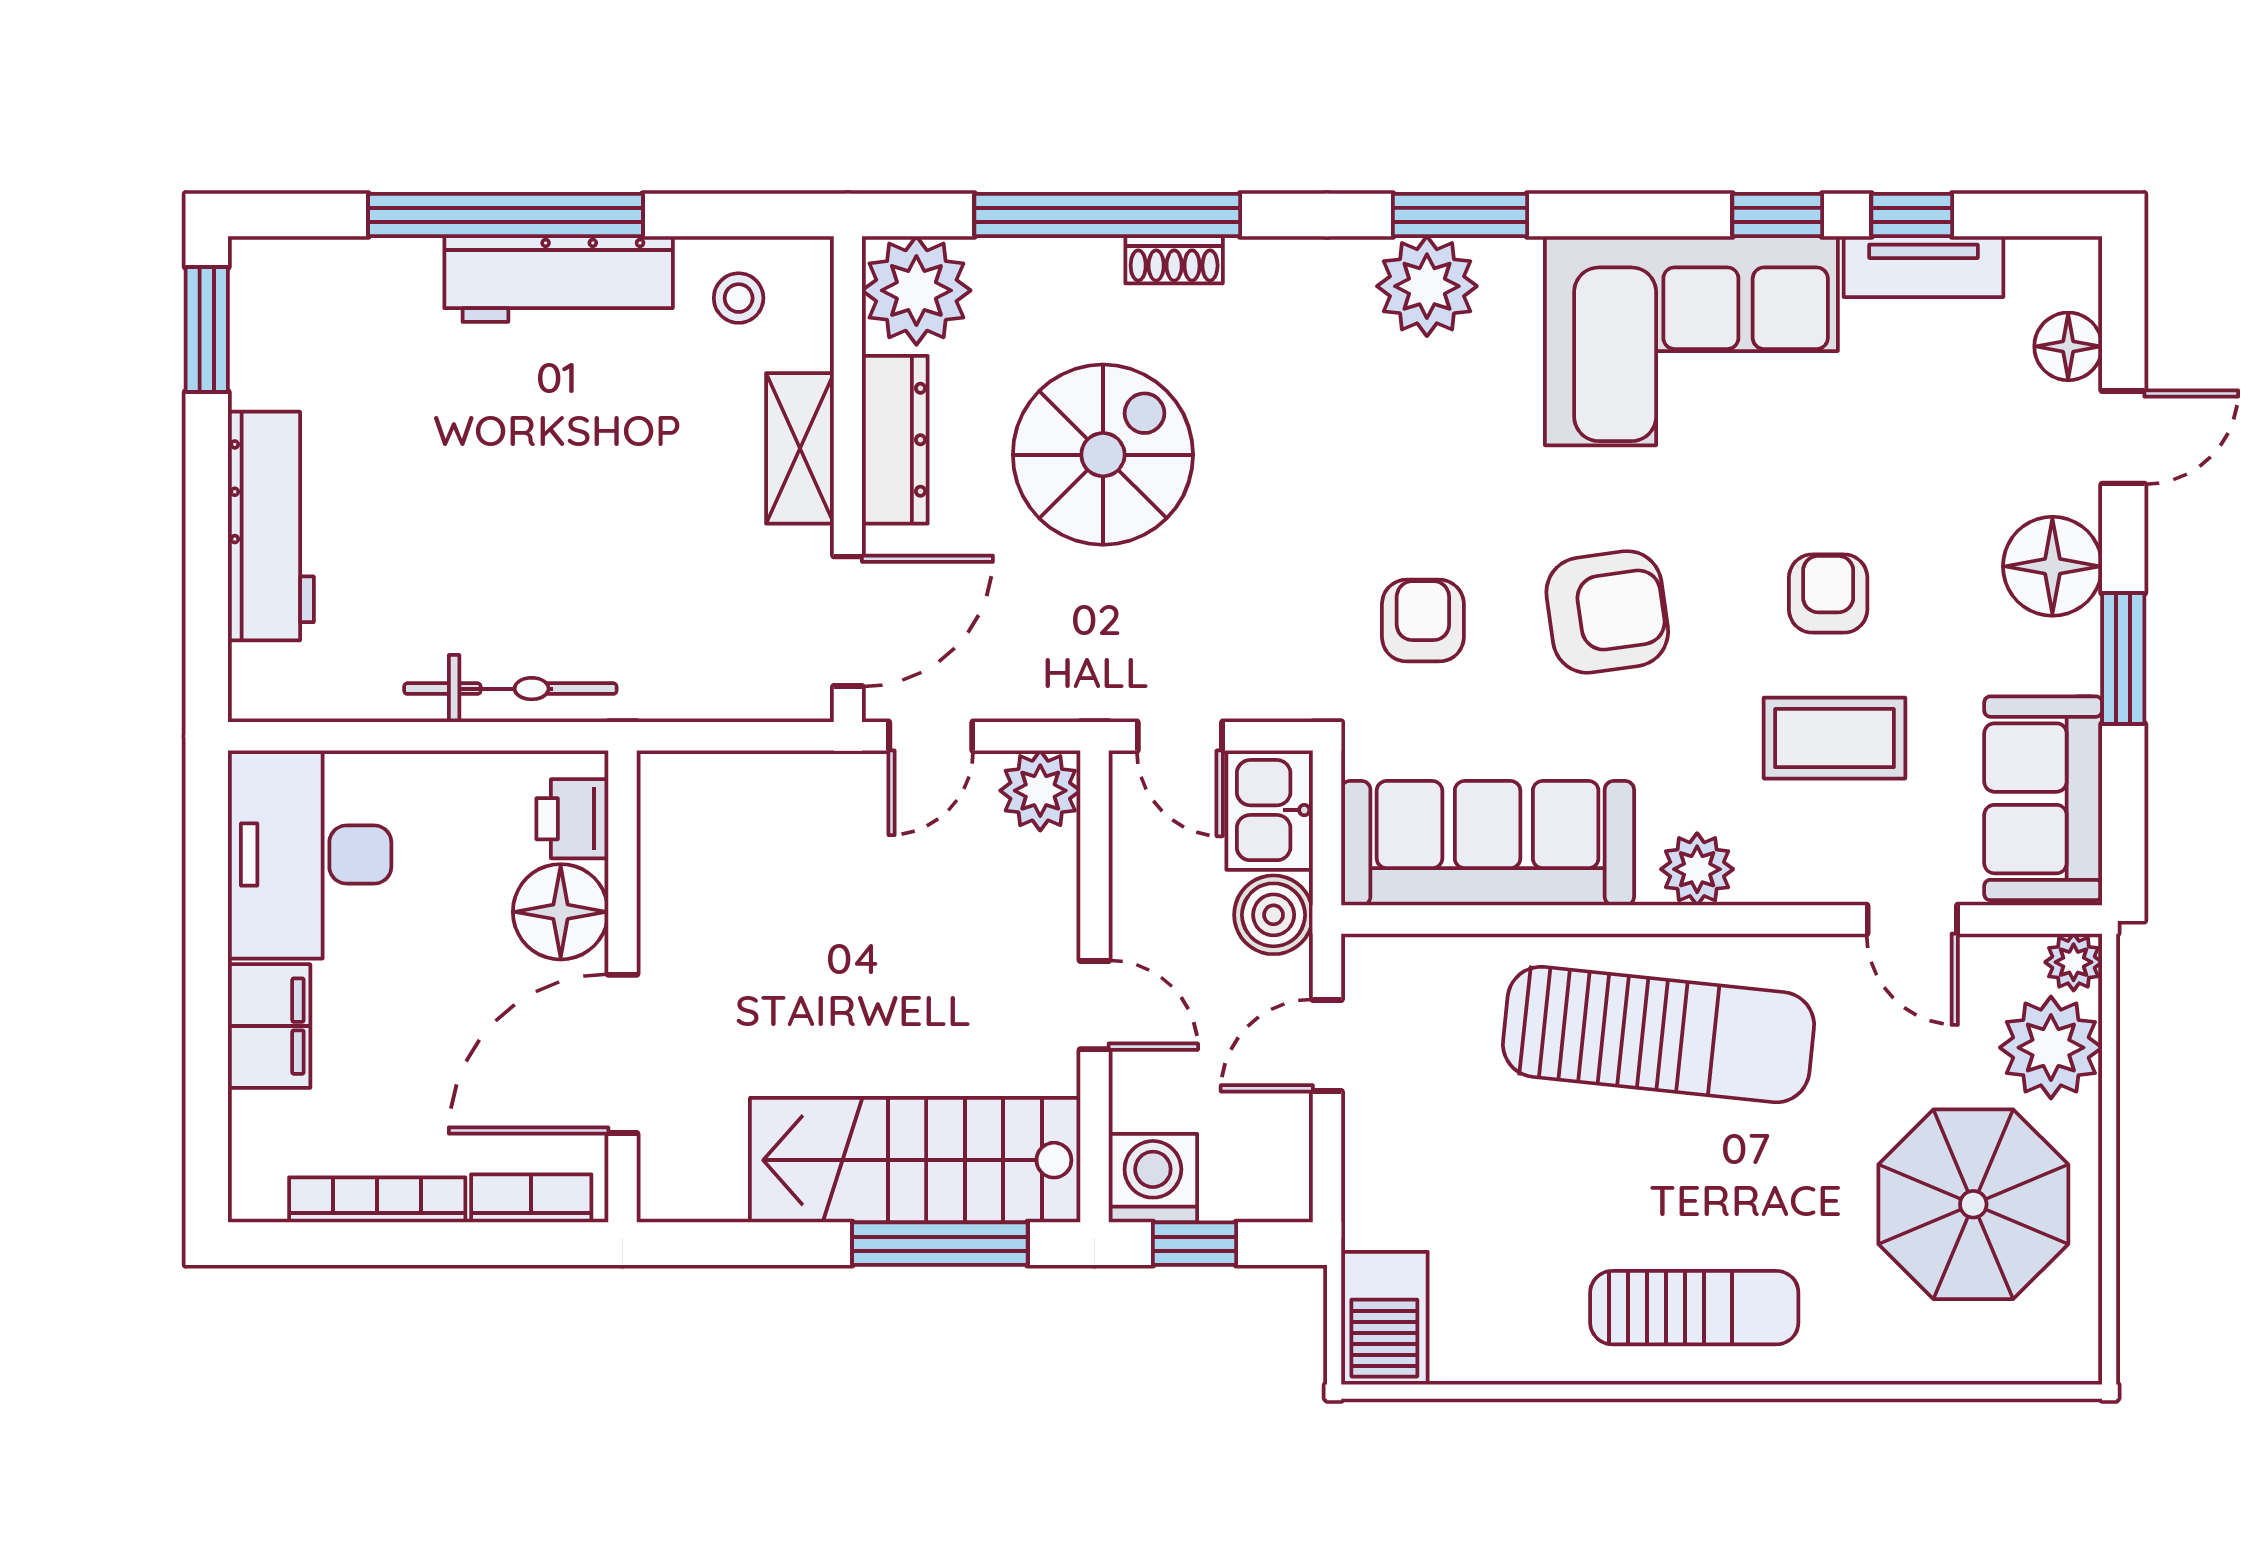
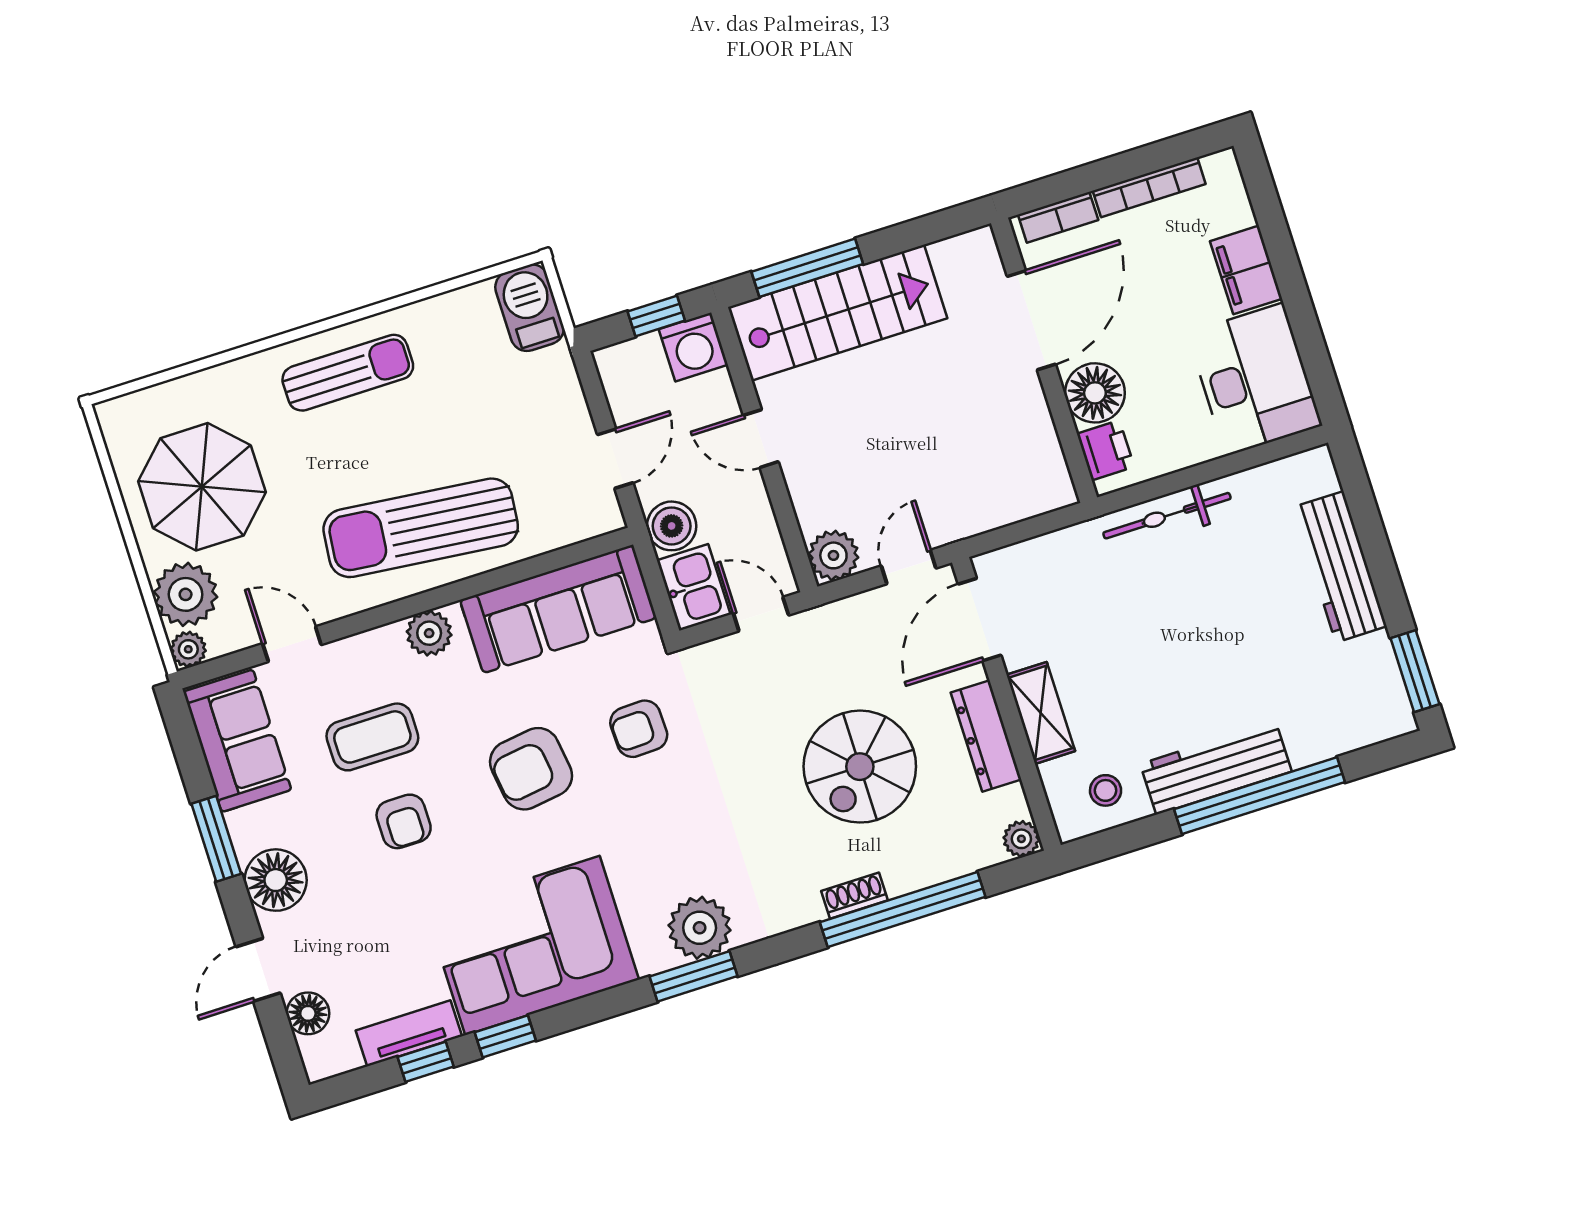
plant: (916, 290) -> (1021, 839), width x0.53, depth x0.53
armchair: (1423, 621) -> (639, 729), turned 88
sun lounger: (1694, 1308) -> (348, 373), turned 180

